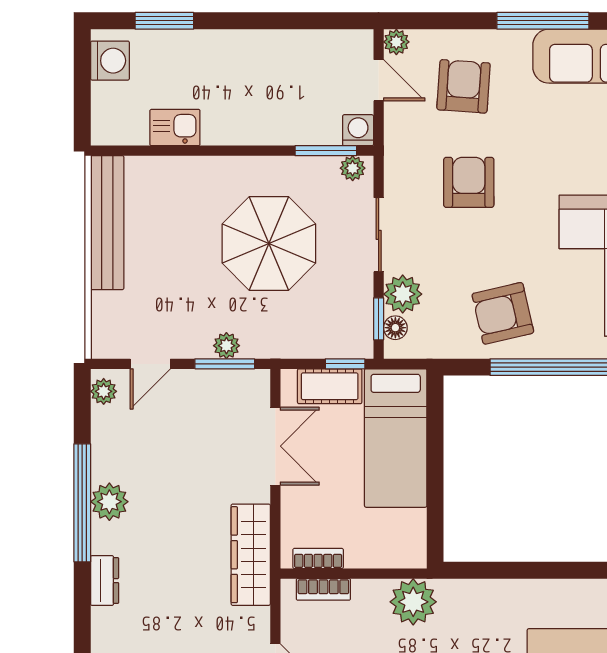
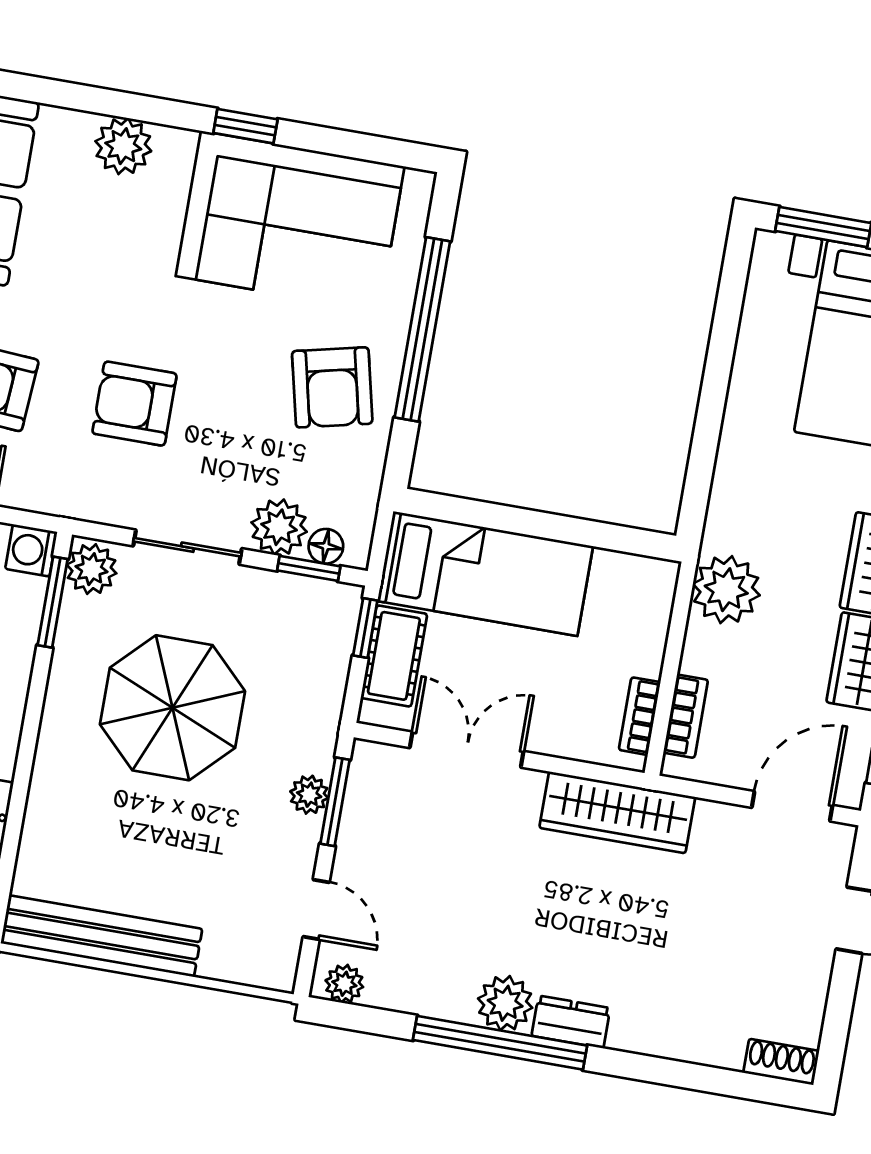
plant: (353, 168) -> (92, 569), width x1.38, depth x1.38
dresser: (105, 581) -> (571, 1022), moved

